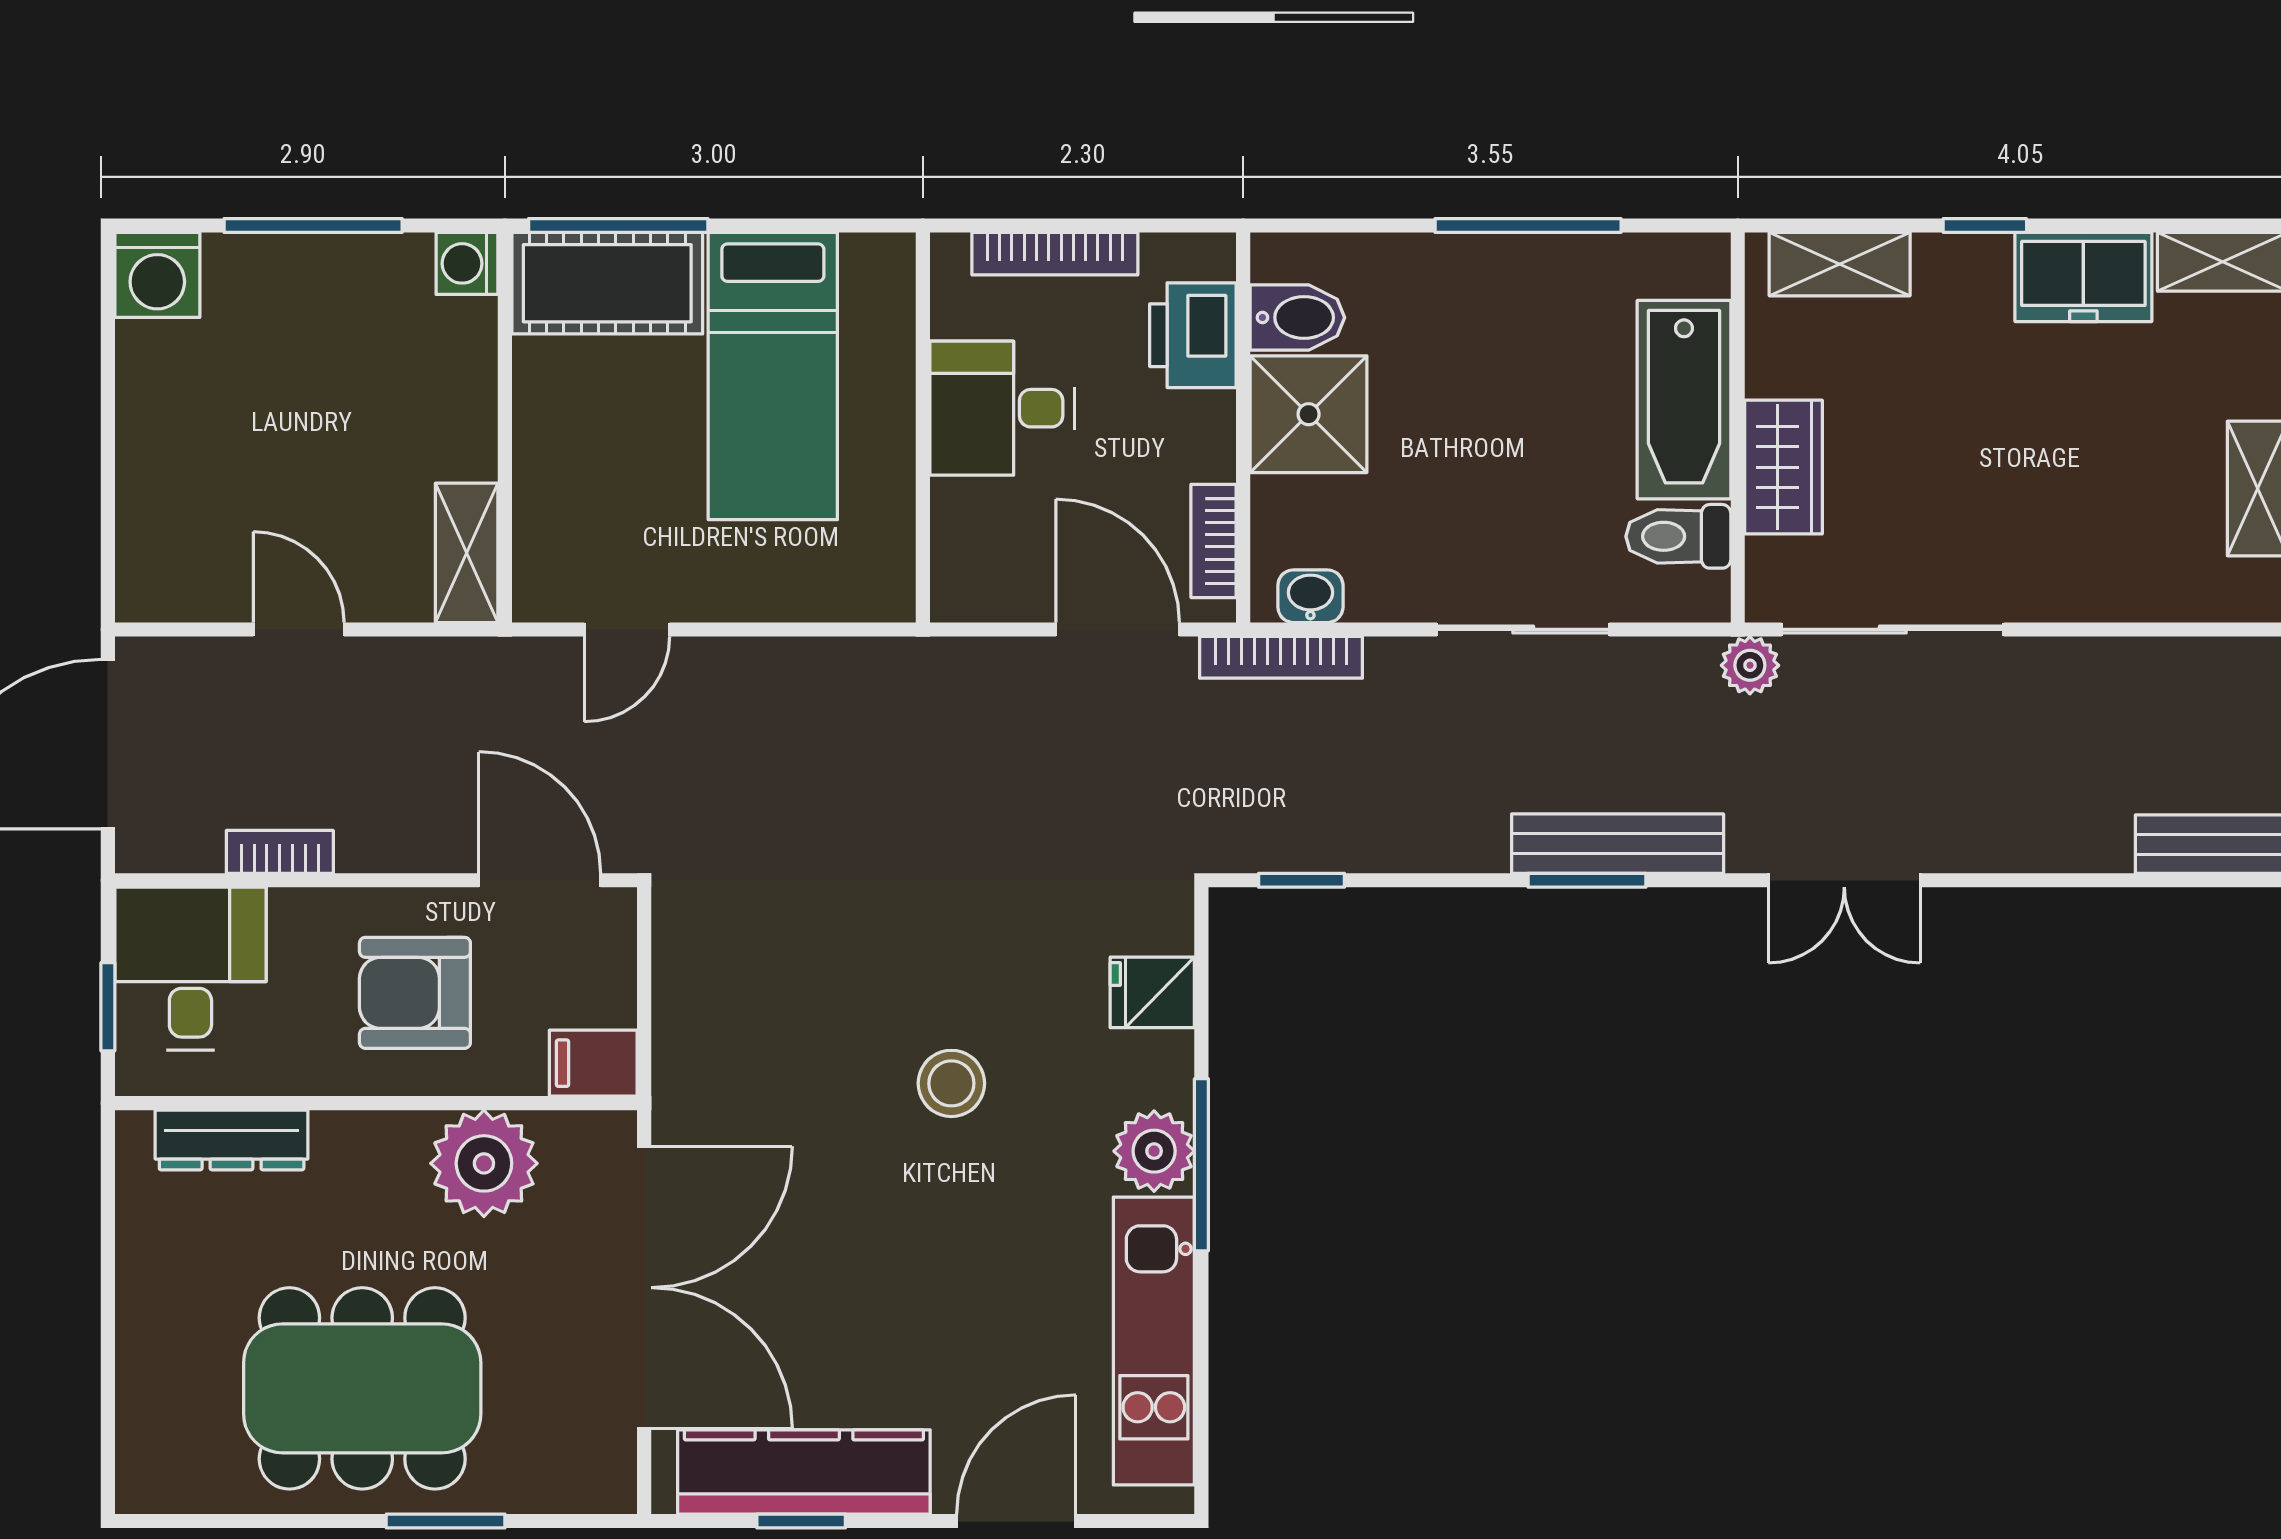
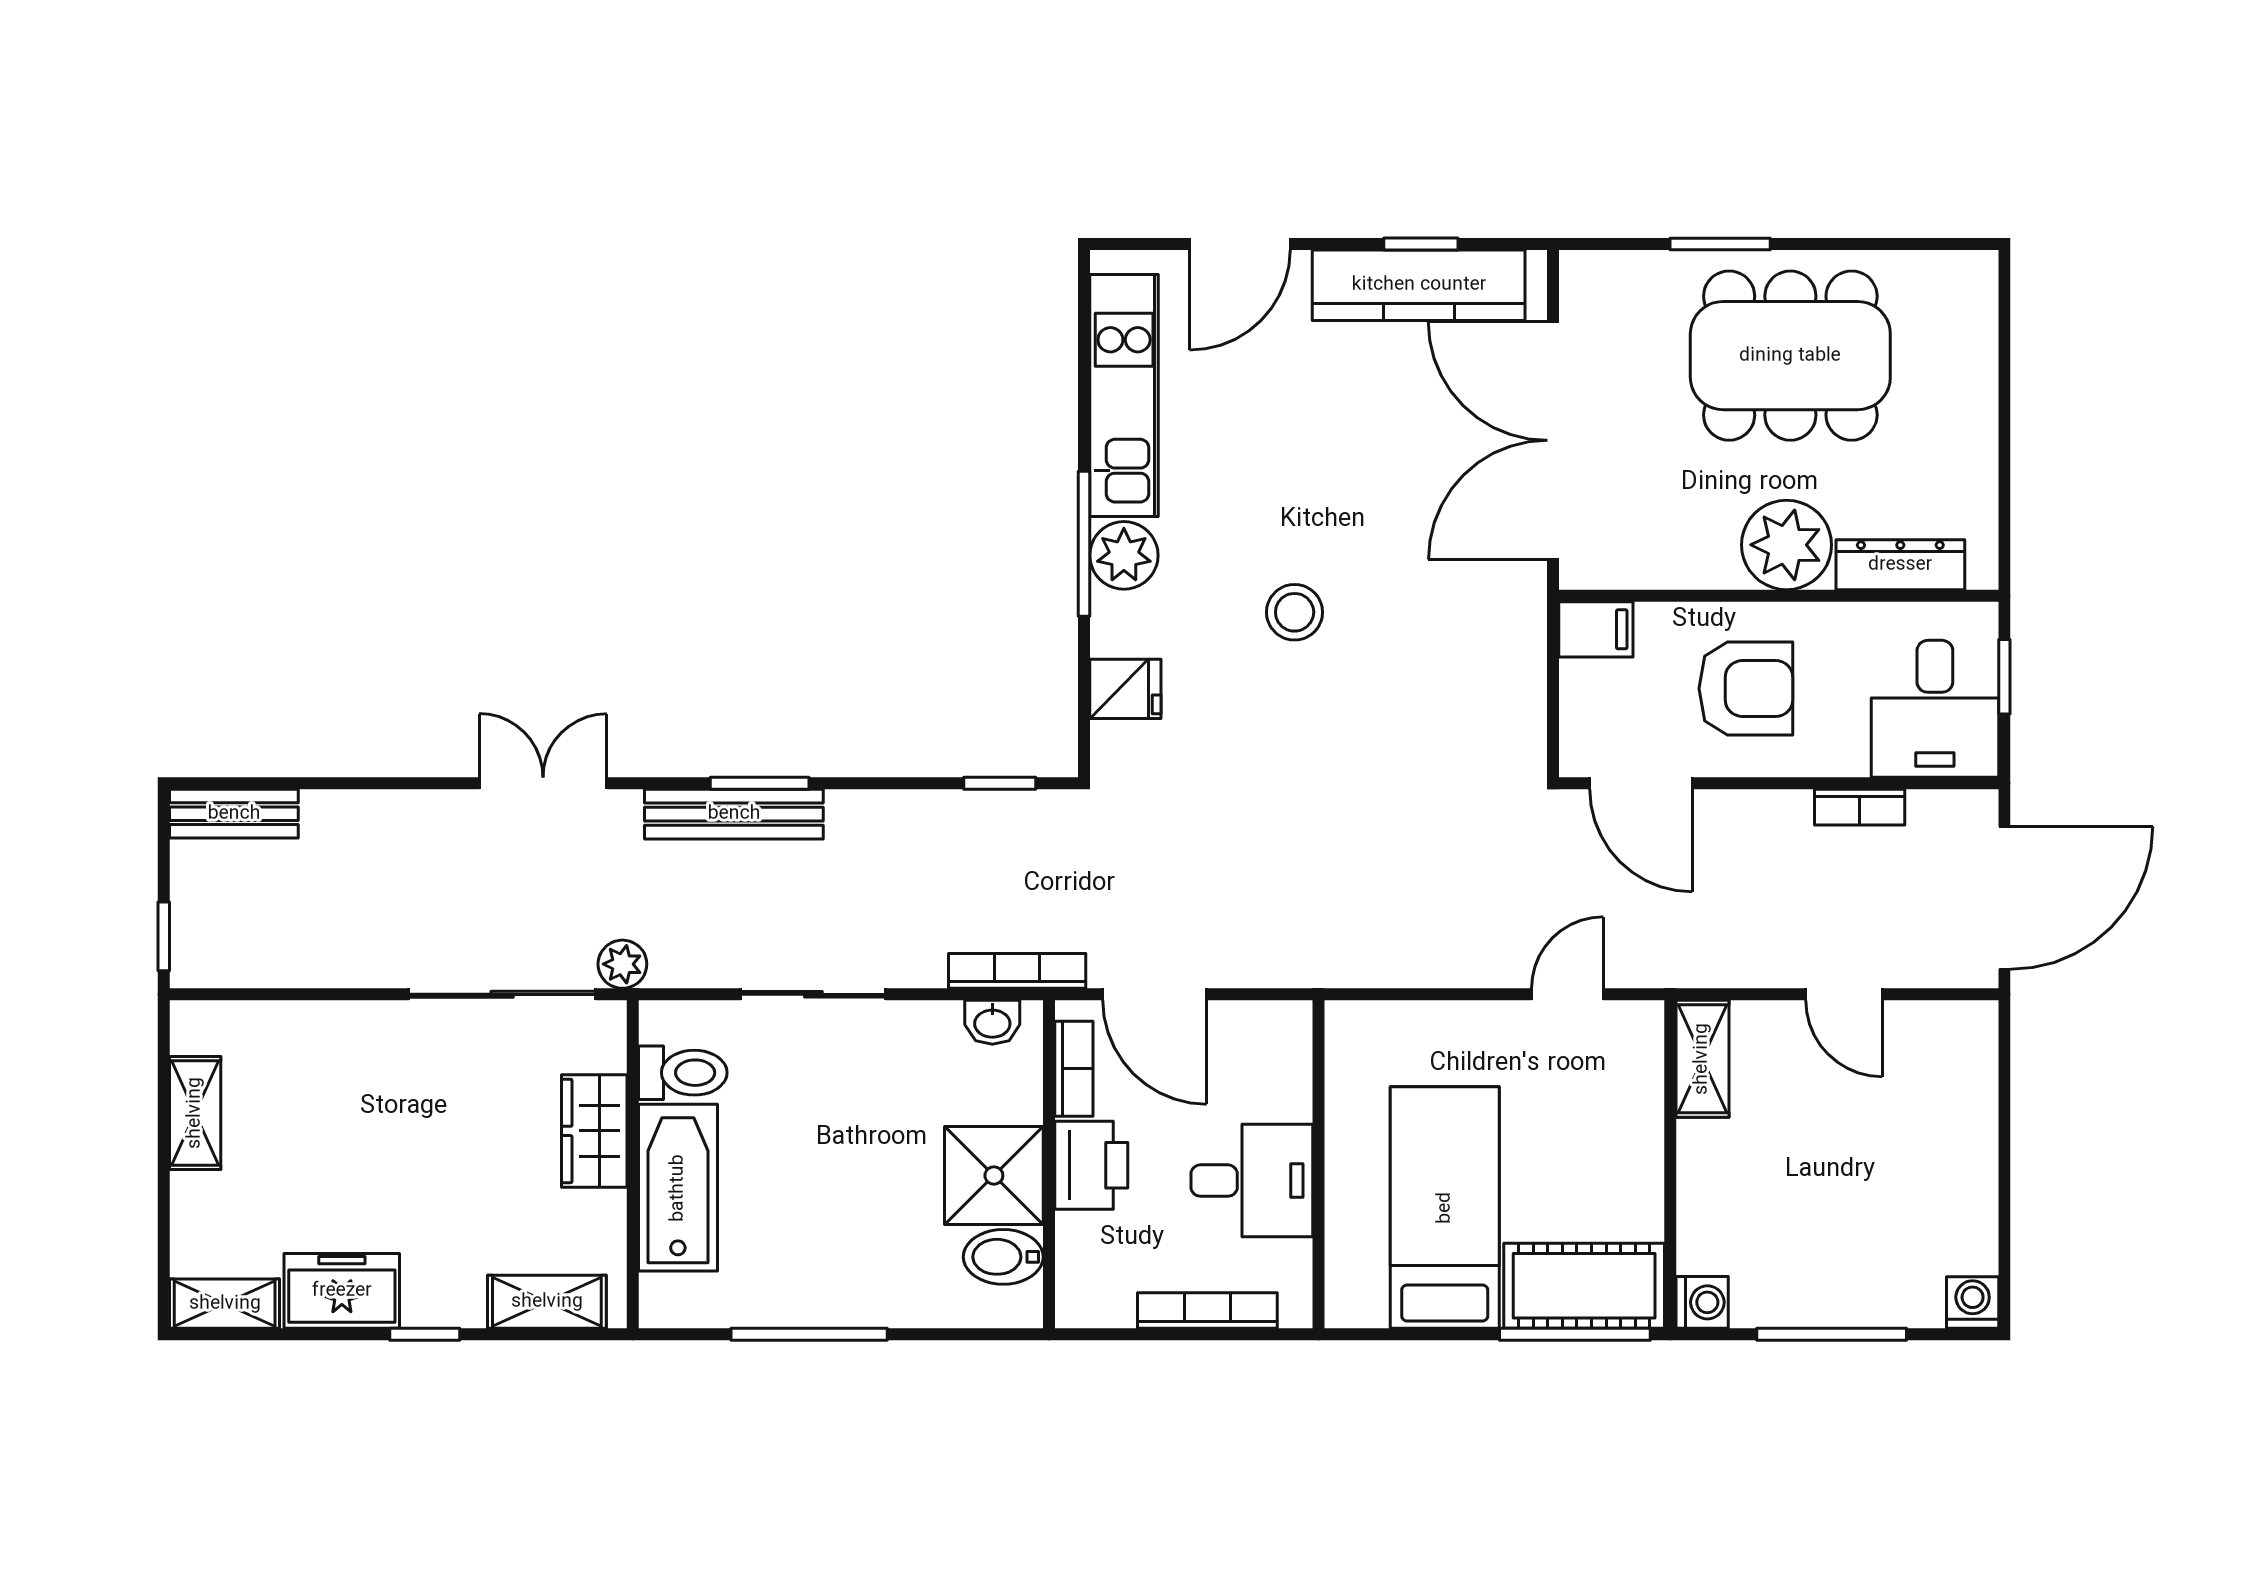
washing machine: (157, 275) -> (1973, 1302), width x0.73, depth x0.73
printer: (1193, 335) -> (1091, 1165), moved
plant: (484, 1163) -> (1787, 545), moved

